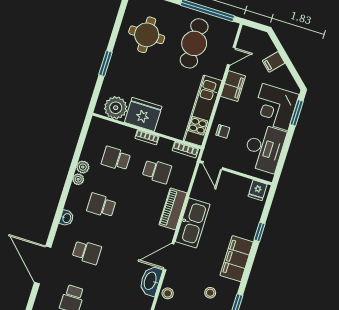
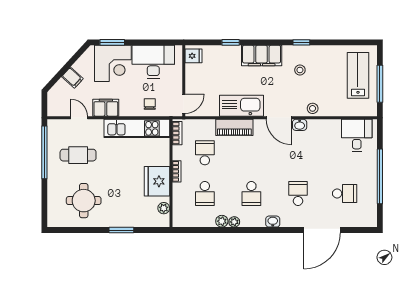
cafe table: (194, 43) -> (78, 155), width x0.73, depth x0.74
plant: (116, 108) -> (164, 208), width x0.53, depth x0.53
washbasin: (151, 281) -> (300, 125), width x0.52, depth x0.69

